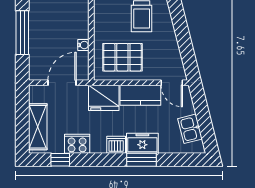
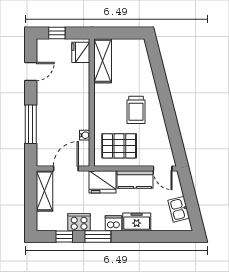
shelving: (38, 127) -> (44, 191), moved
window: (142, 160) -> (98, 236), moved

